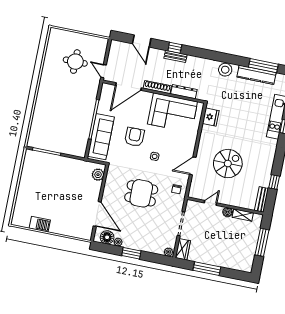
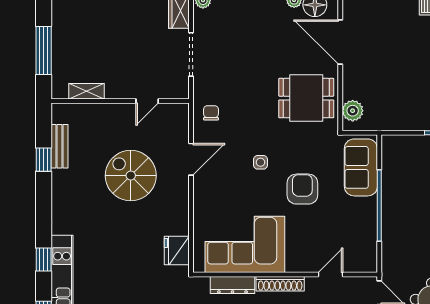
door: (128, 87) -> (331, 274), width x0.53
sofa: (101, 137) -> (361, 167), width x0.73
armchair: (135, 137) -> (302, 189), turned 180
spiral stairs: (228, 164) -> (131, 176), turned 90
dining table: (141, 193) -> (306, 98), moved
bench: (262, 199) -> (59, 146), moved
boiler: (228, 212) -> (114, 91), removed

